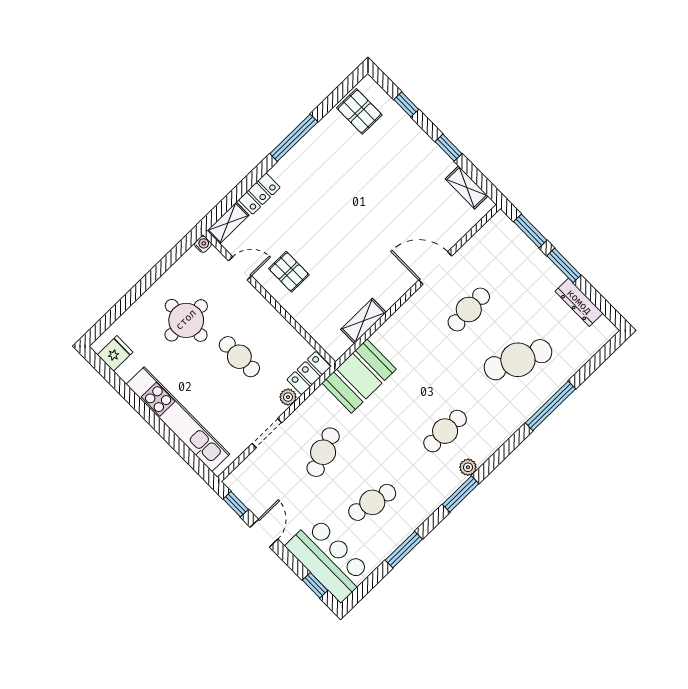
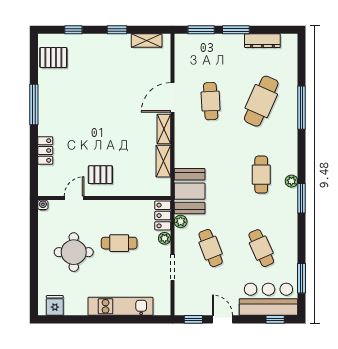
shelving: (228, 223) -> (164, 129), moved
plant: (320, 397) -> (181, 221), added
kitchen unit: (178, 419) -> (120, 306), width x0.73
cafe table: (372, 502) -> (261, 248), turned -36
window: (404, 550) -> (301, 278), moved

